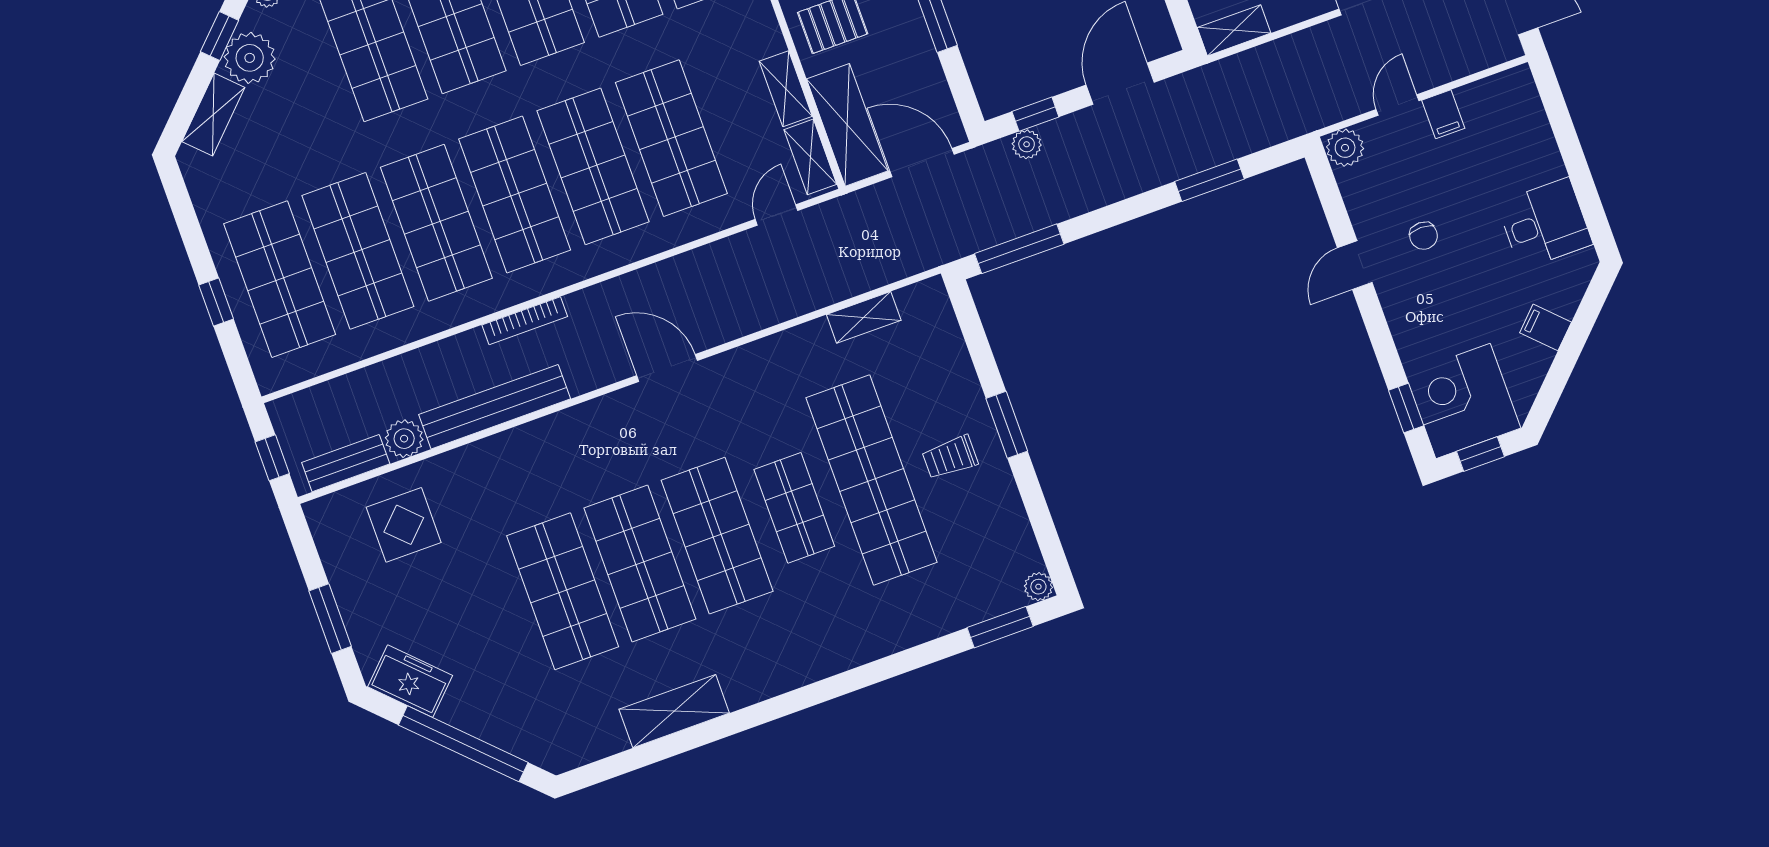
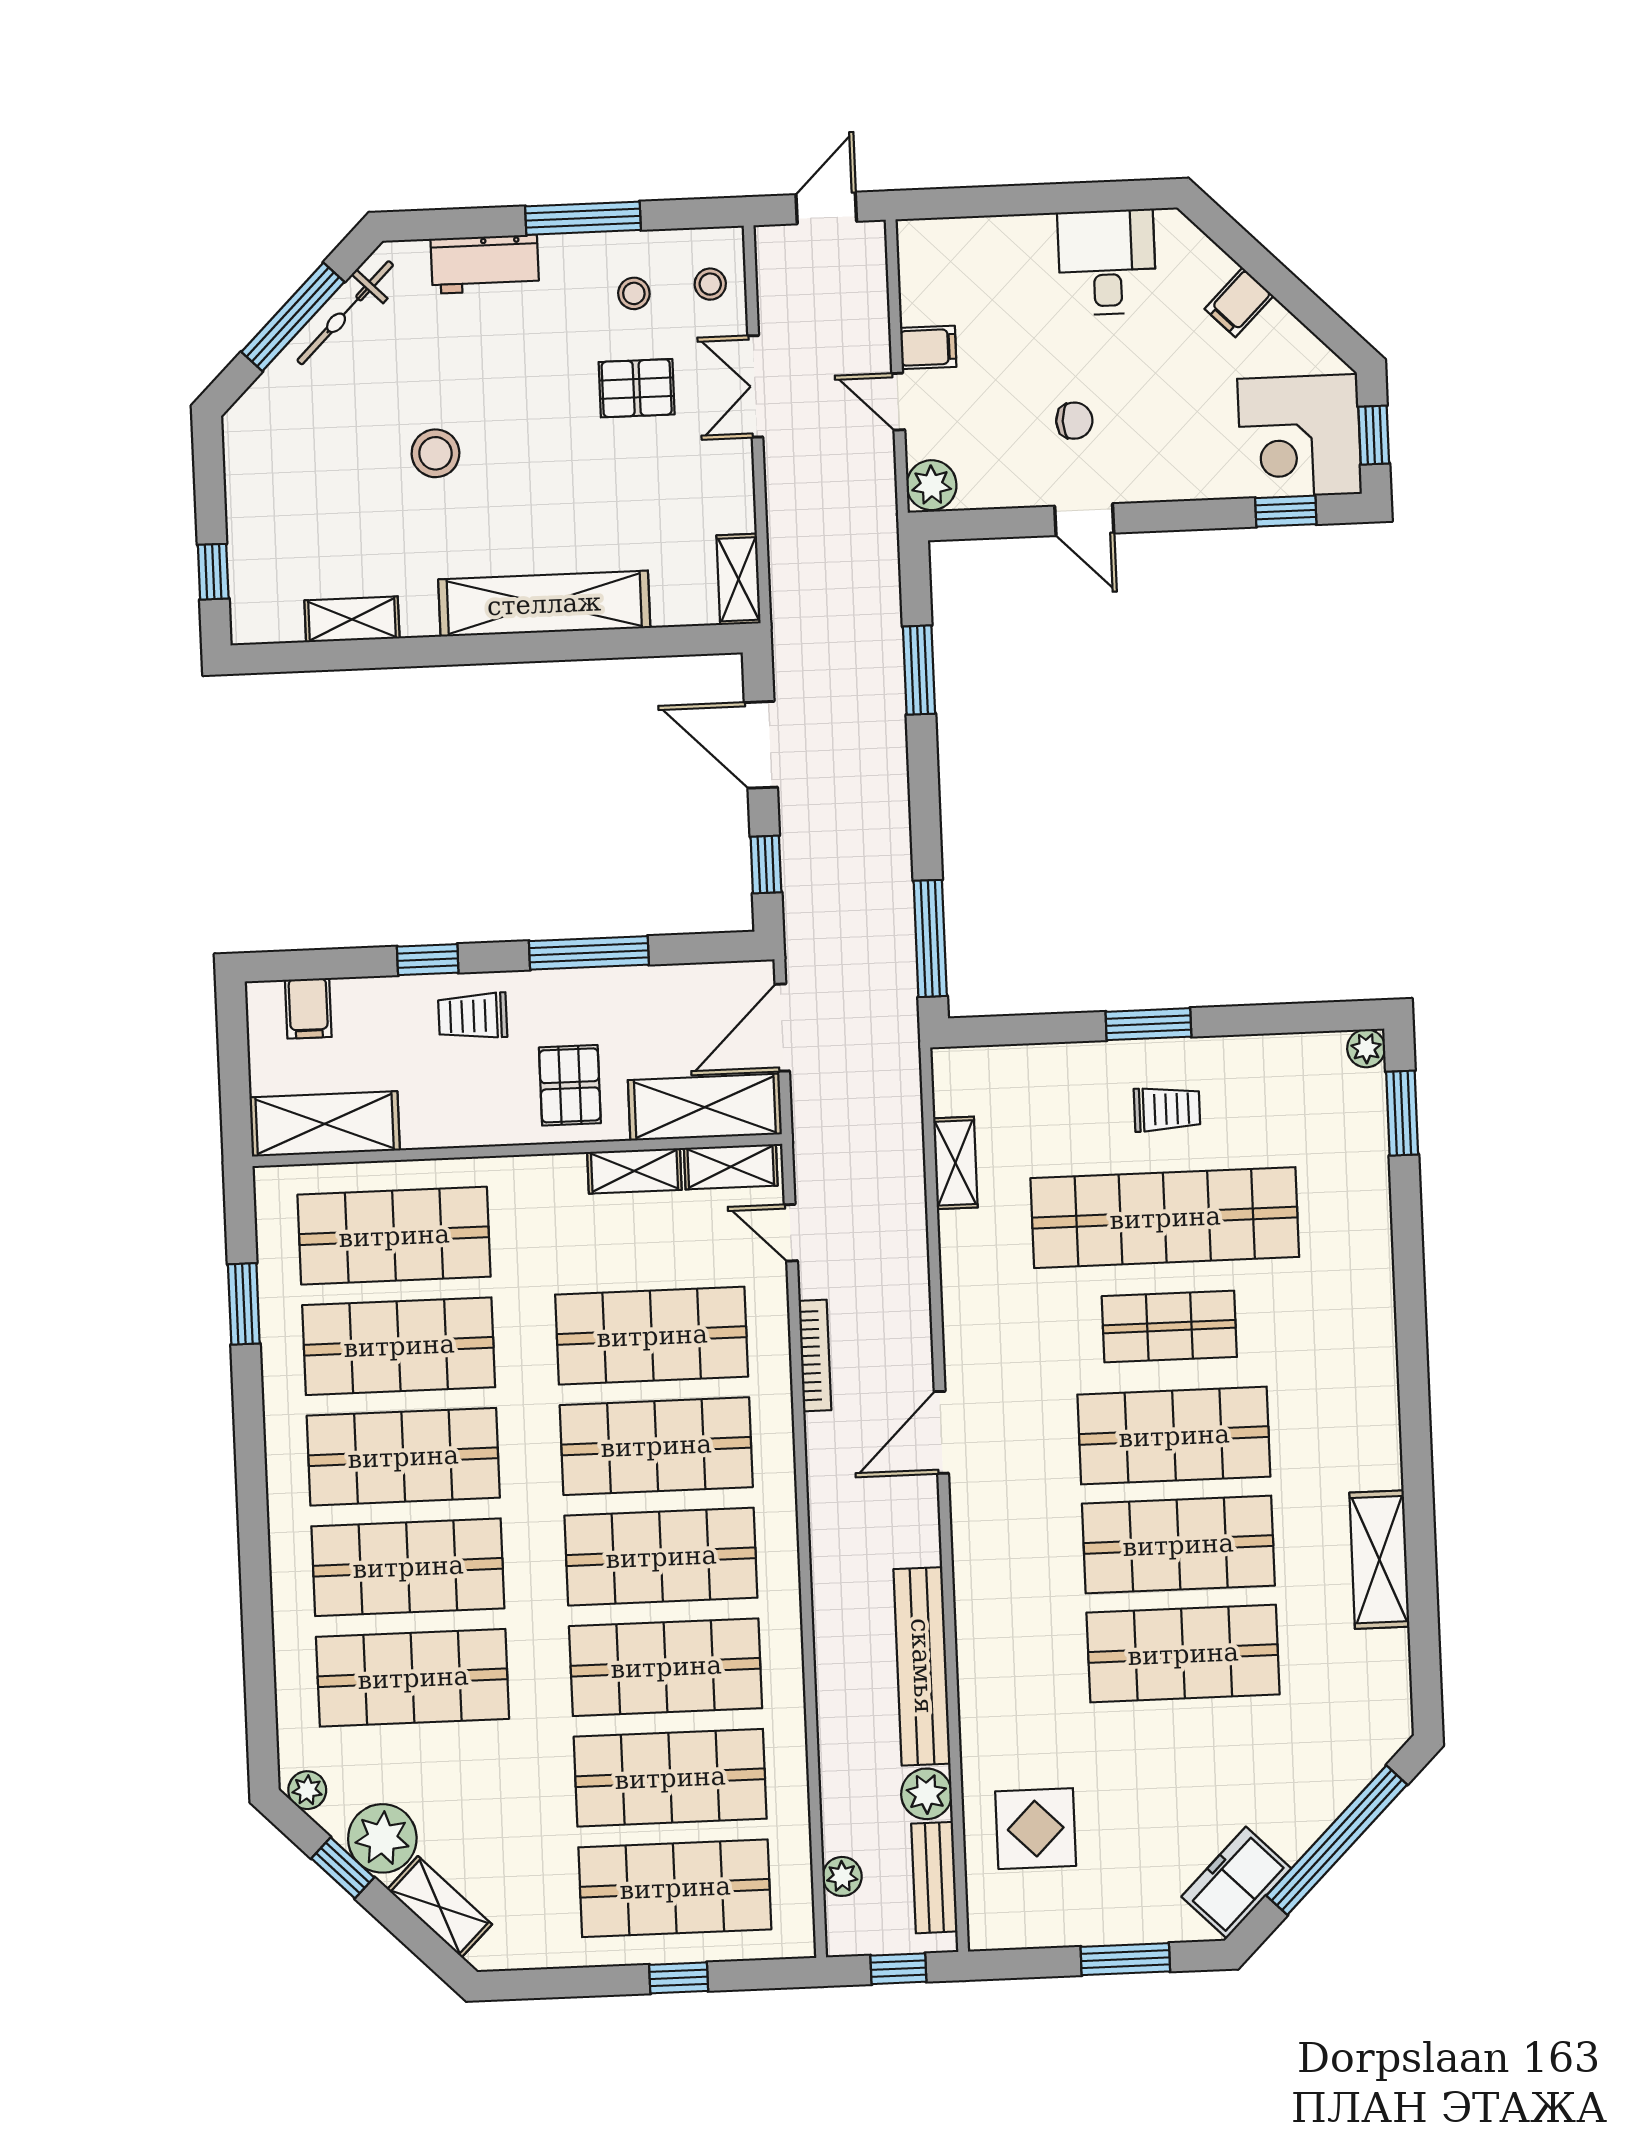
plant: (1027, 144) -> (842, 1876), moved
bookcase: (525, 321) -> (815, 1355), moved
trolley: (950, 457) -> (1167, 1109), turned -90

